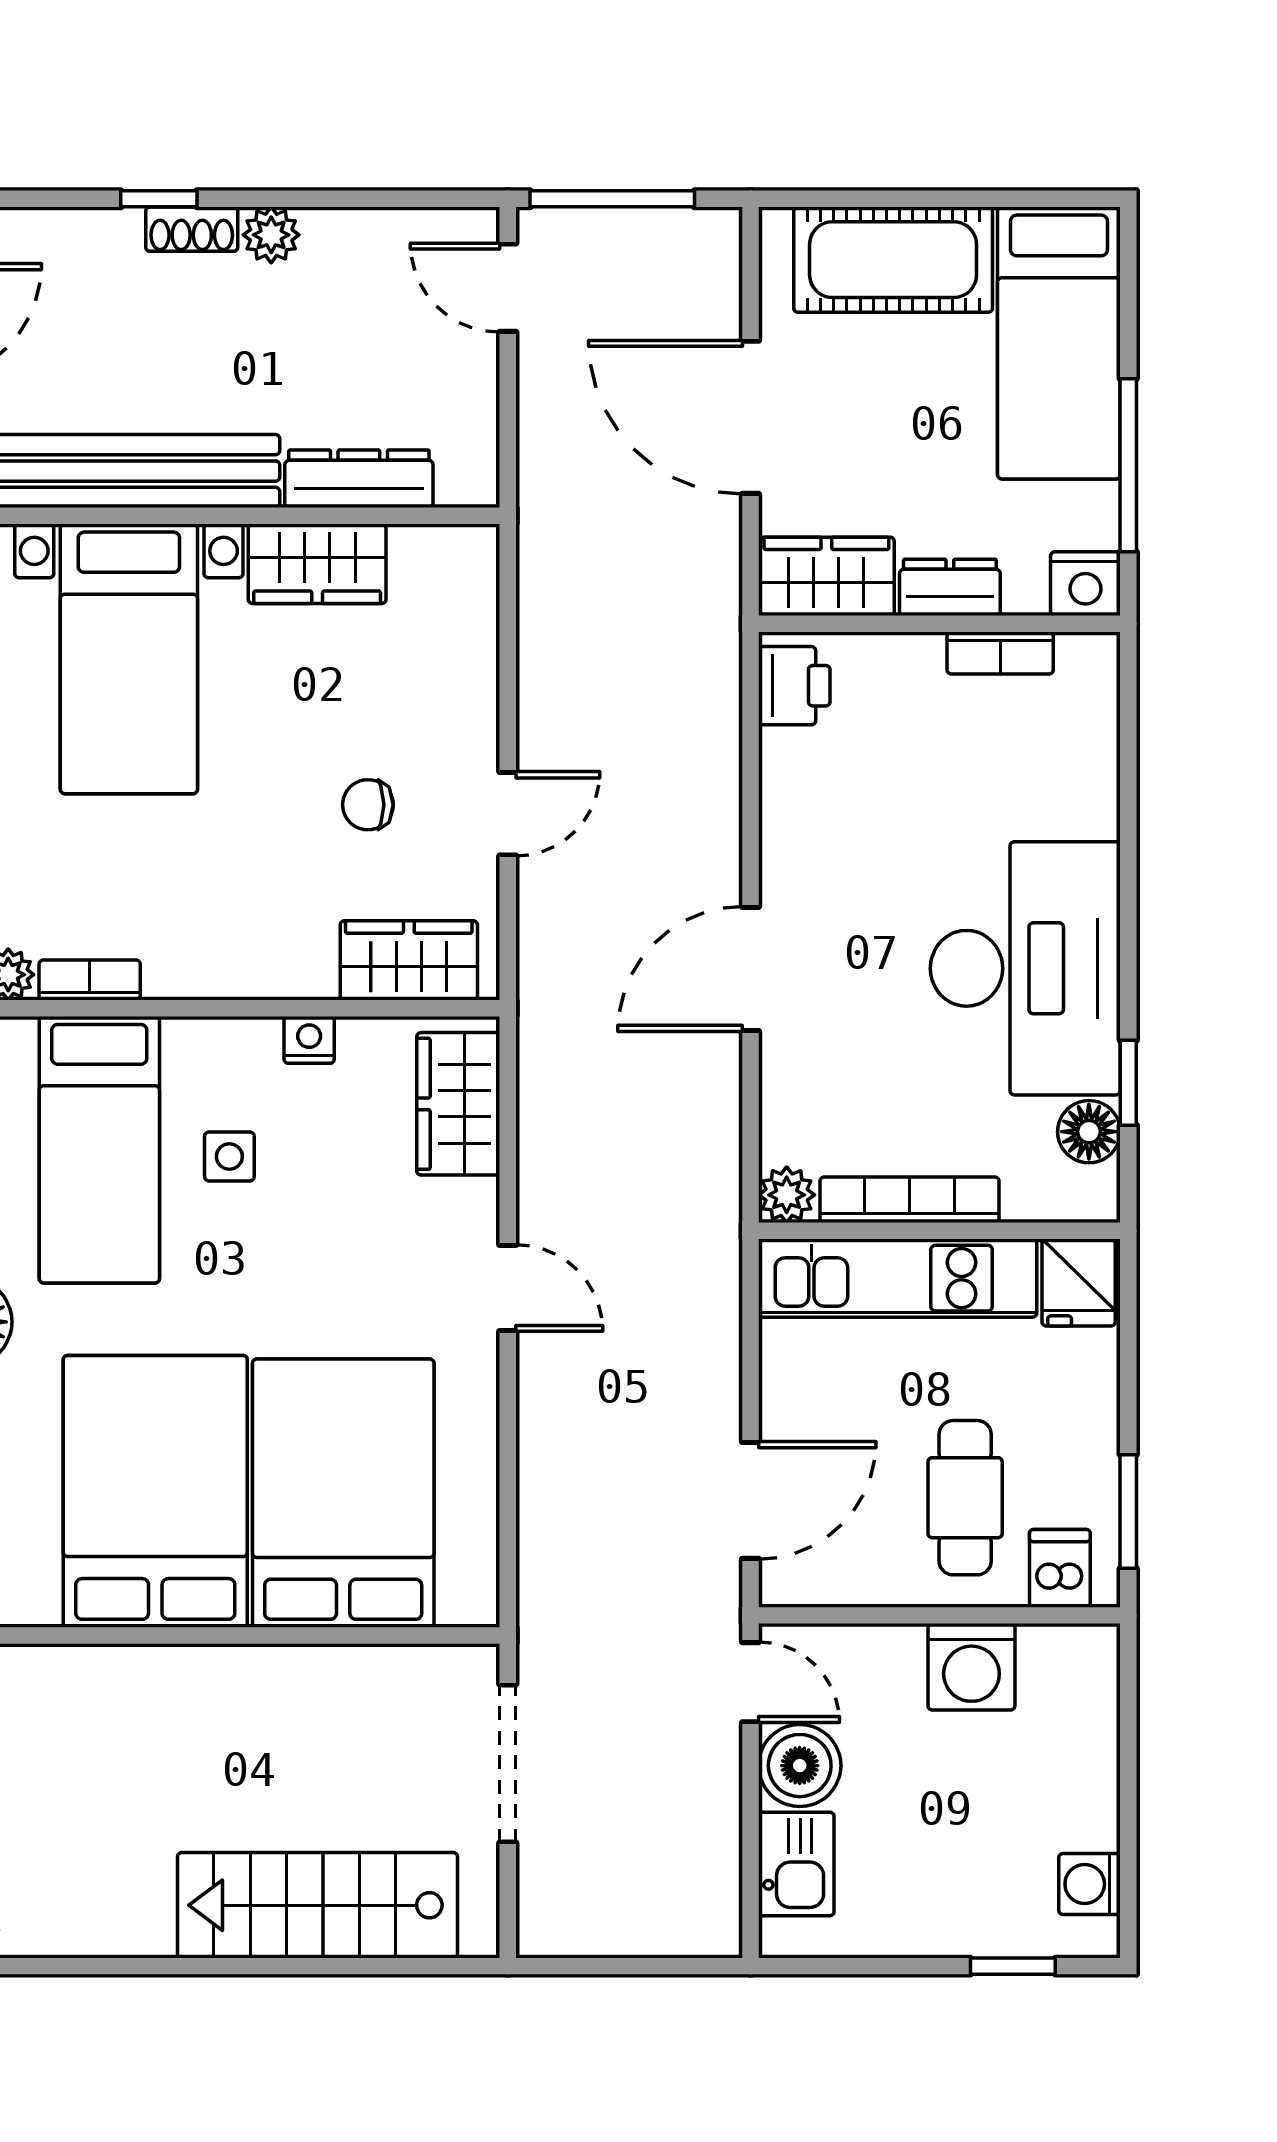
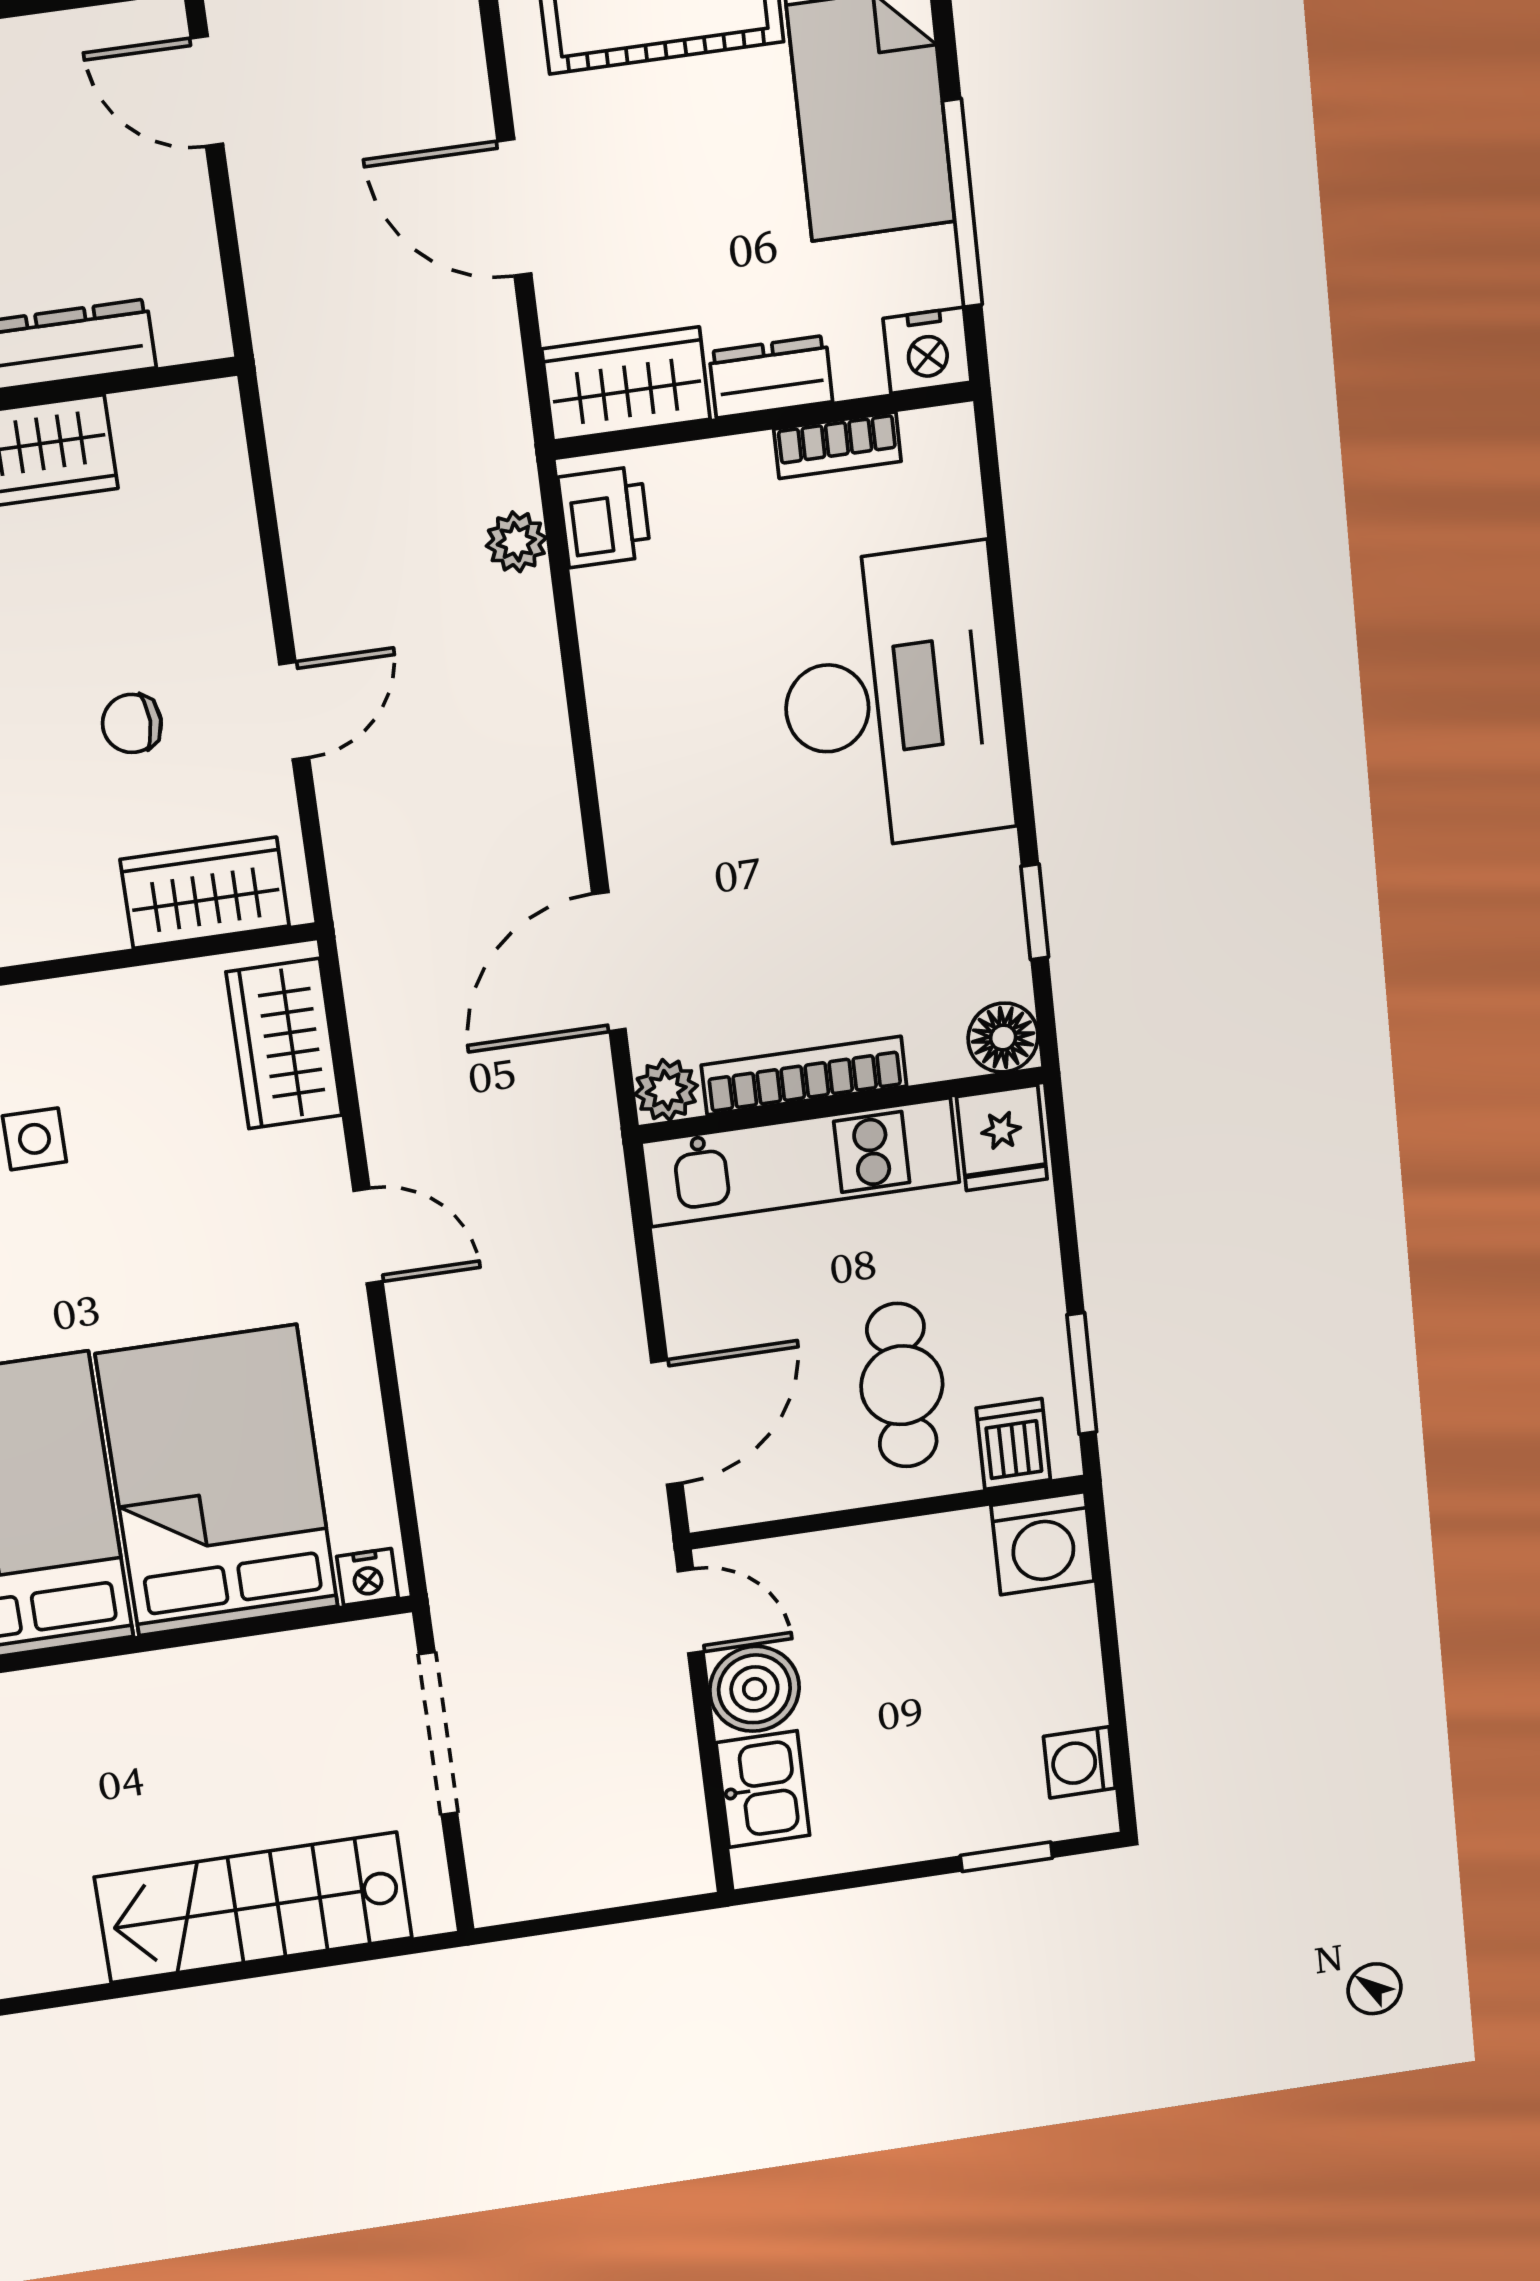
door: (751, 417) -> (514, 208), width x0.73
plant: (716, 696) -> (516, 542), added
desk: (1025, 968) -> (894, 699), moved
door: (751, 969) -> (609, 962), moved
nightstand: (309, 1040) -> (367, 1577), moved, turned 180
floor lamp: (1089, 1132) -> (1003, 1038), moved
washing machine: (971, 1667) -> (1043, 1543), moved

